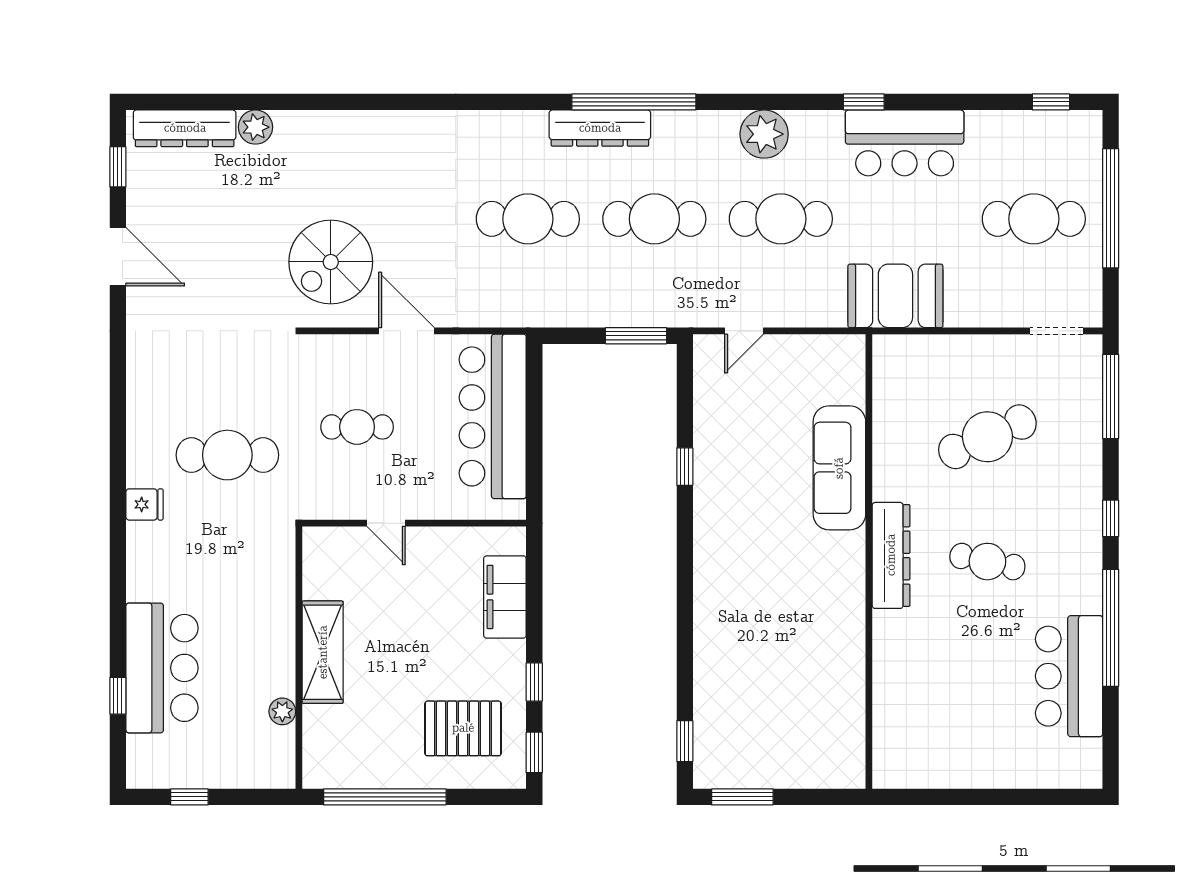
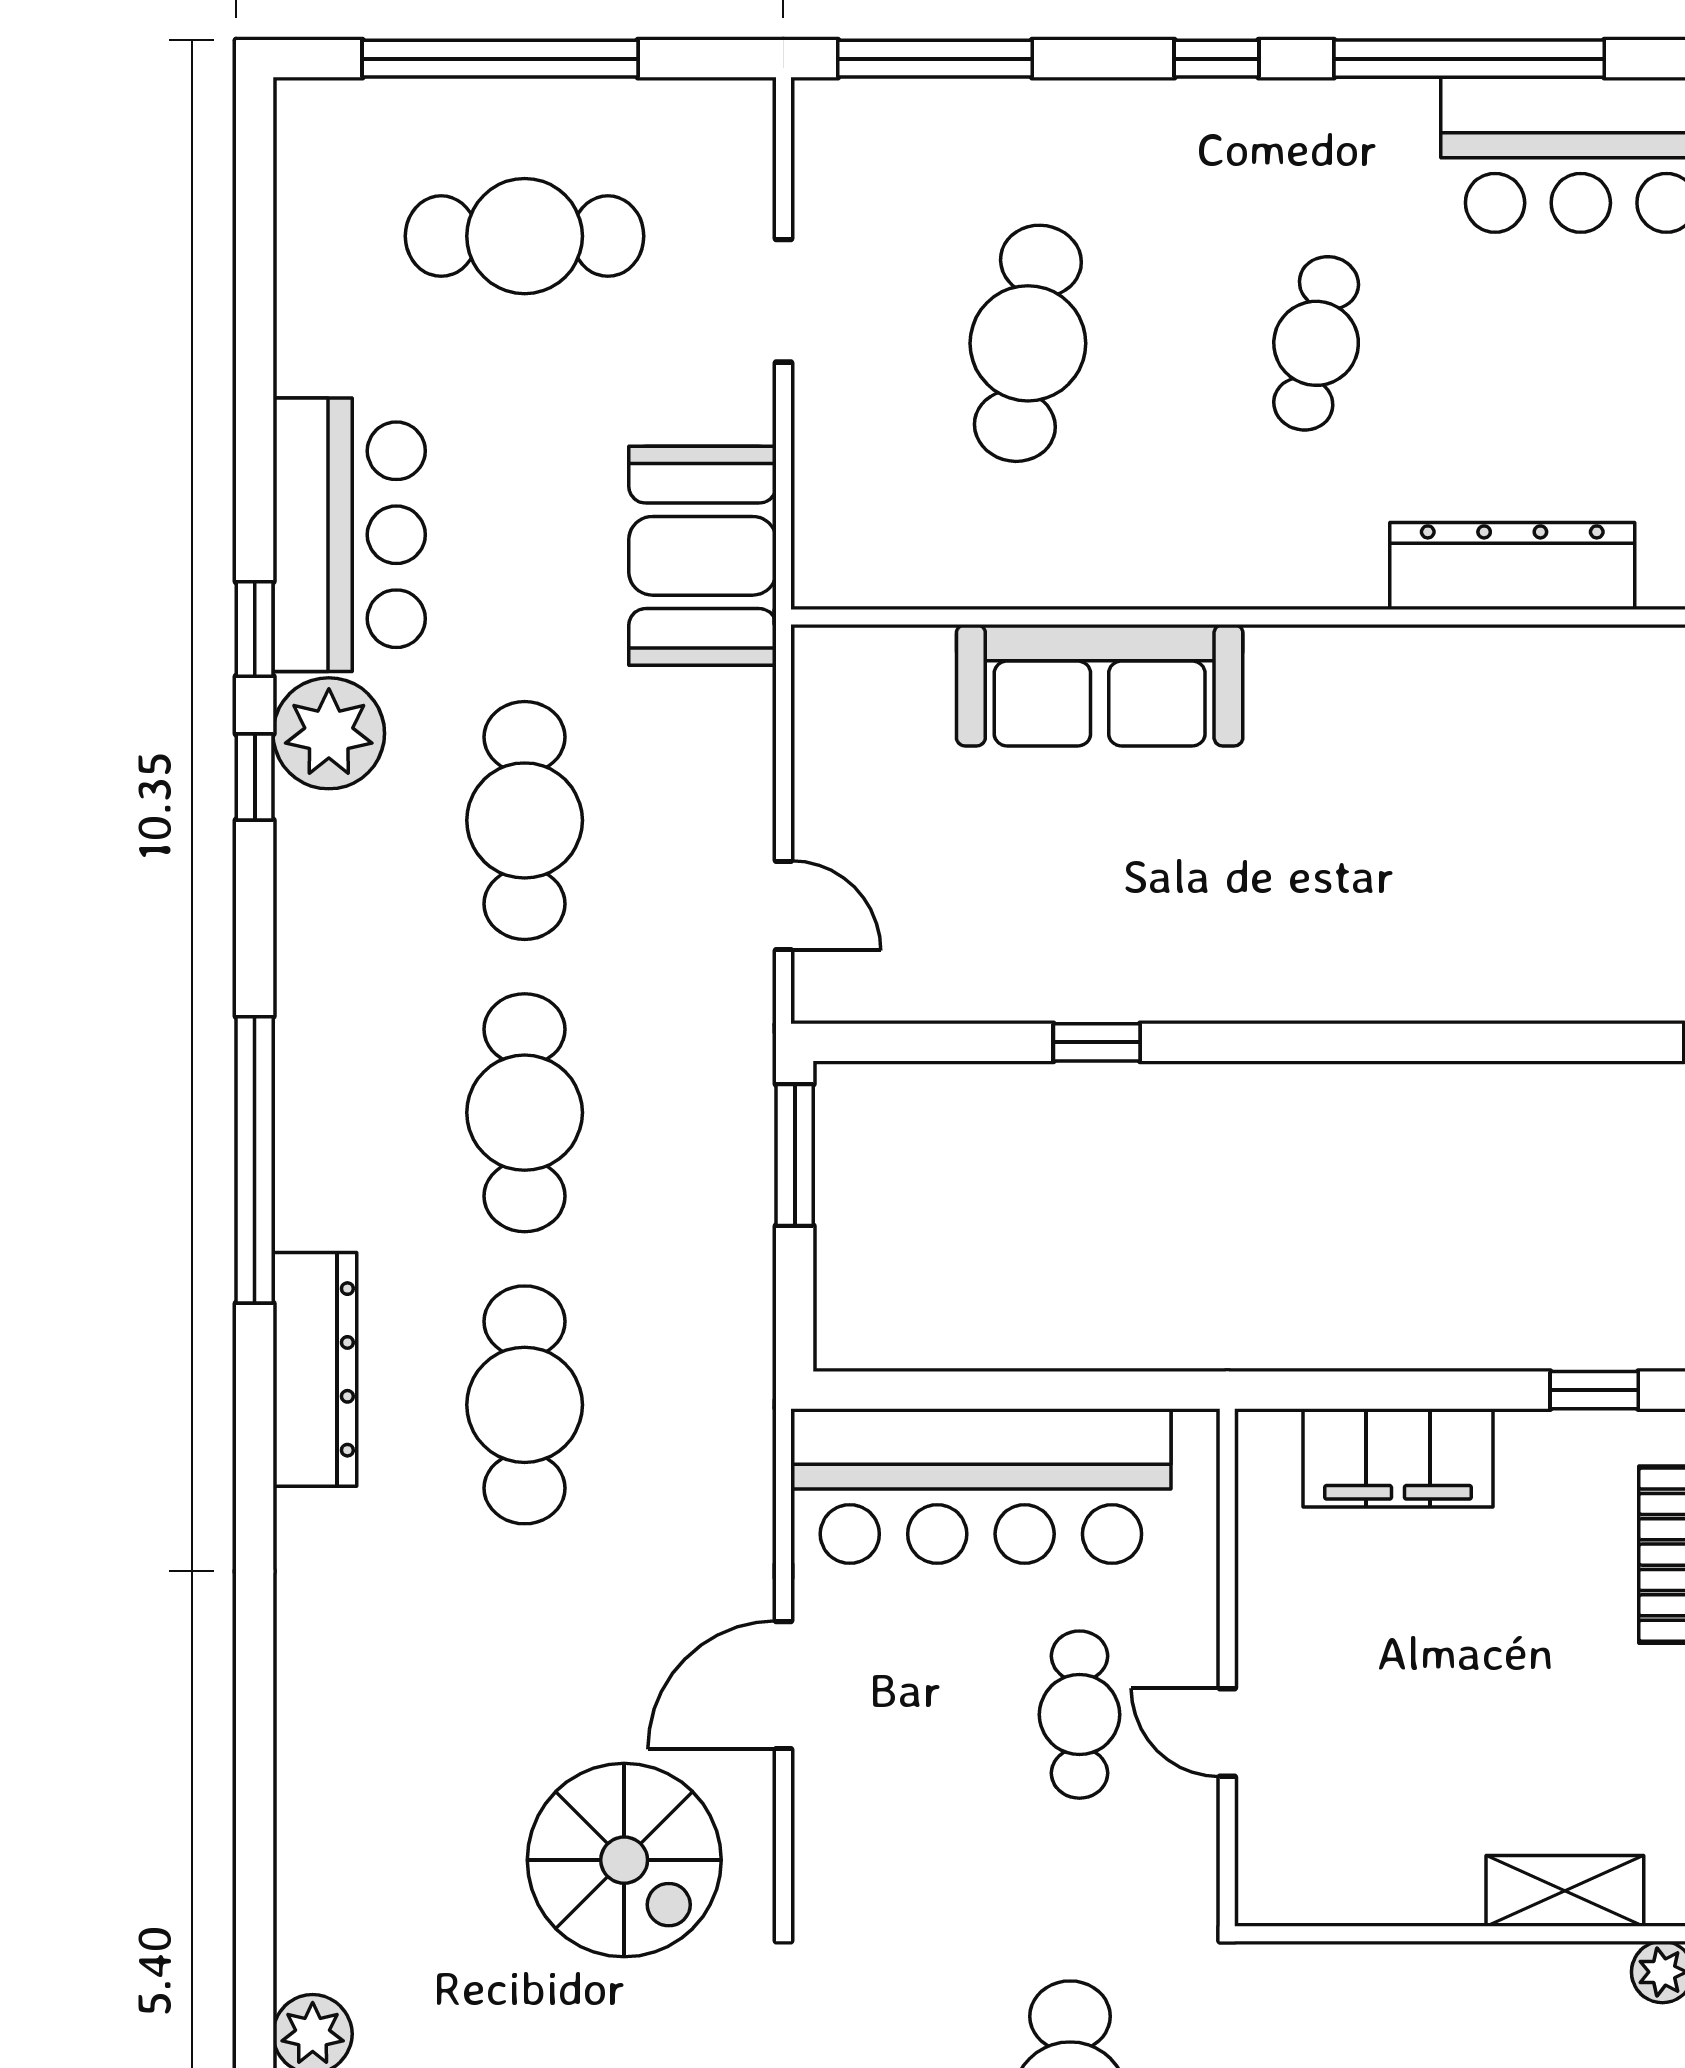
window: (1051, 102) -> (255, 777), moved
dresser: (600, 128) -> (315, 1369), moved
plant: (764, 134) -> (329, 733), moved
cafe table: (1034, 219) -> (525, 236), turned 90
doorway: (1056, 331) -> (783, 301), moved
cafe table: (357, 427) -> (1079, 1715), moved
cafe table: (987, 437) -> (1028, 343), turned 33
door: (386, 523) -> (1227, 1732), swing flipped
dresser: (891, 555) -> (1512, 566), moved
shelving: (323, 652) -> (1565, 1891), width x0.67, depth x0.75

